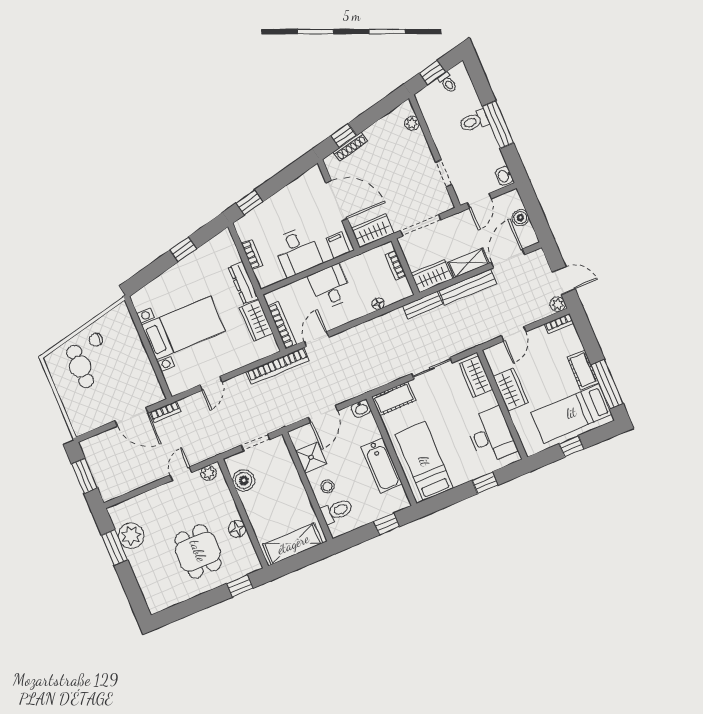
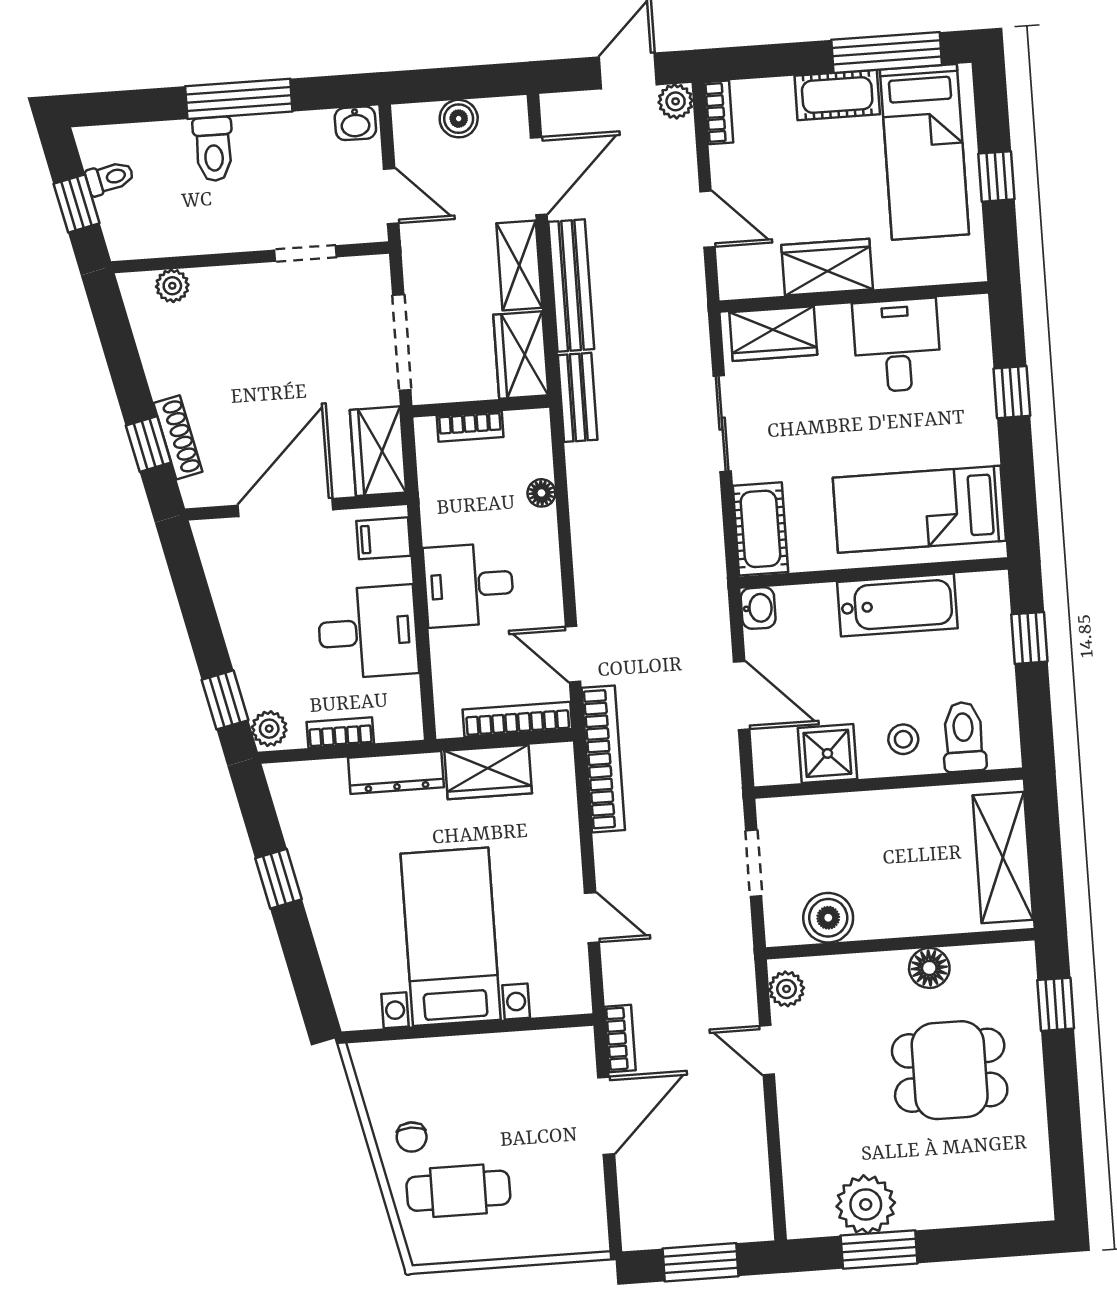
plant: (244, 225) -> (269, 729), added
door: (508, 258) -> (539, 176), swing flipped
desk: (491, 435) -> (897, 345), width x0.73

